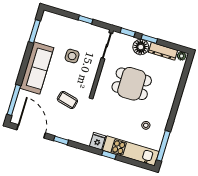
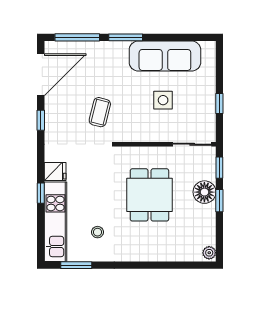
window: (35, 31) -> (126, 37), moved
dresser: (163, 51) -> (208, 225), removed
sofa: (37, 68) -> (165, 56), moved
window: (163, 146) -> (76, 265), width x0.69

